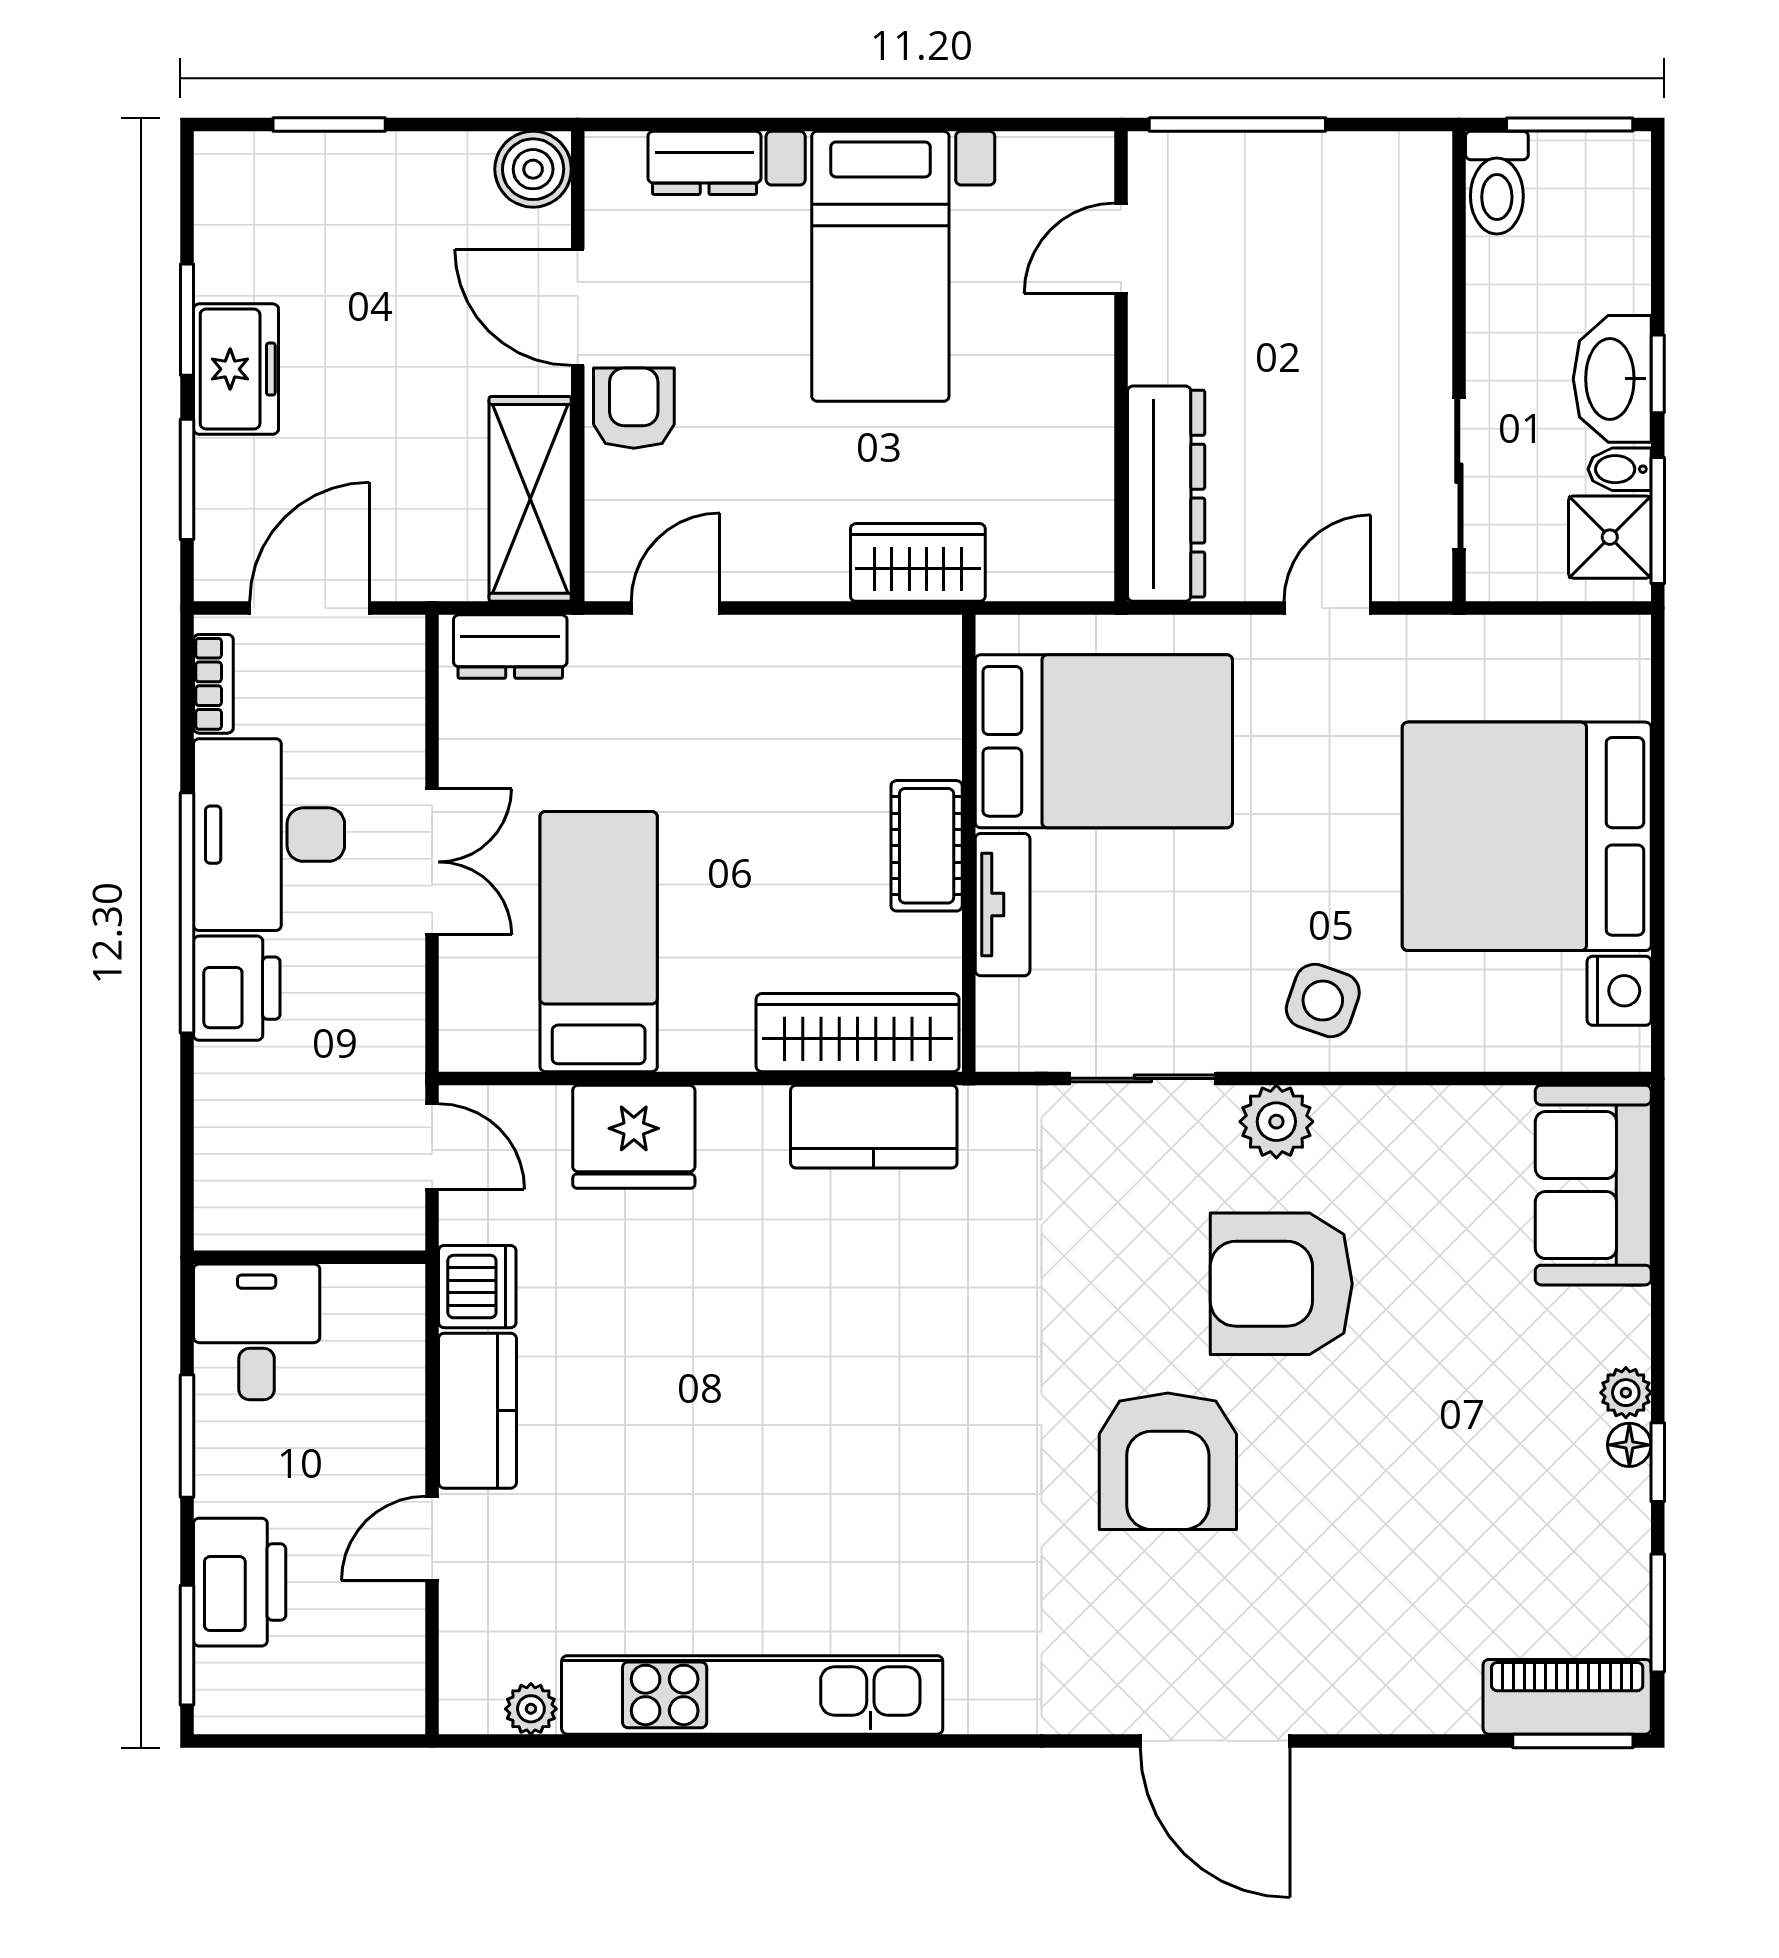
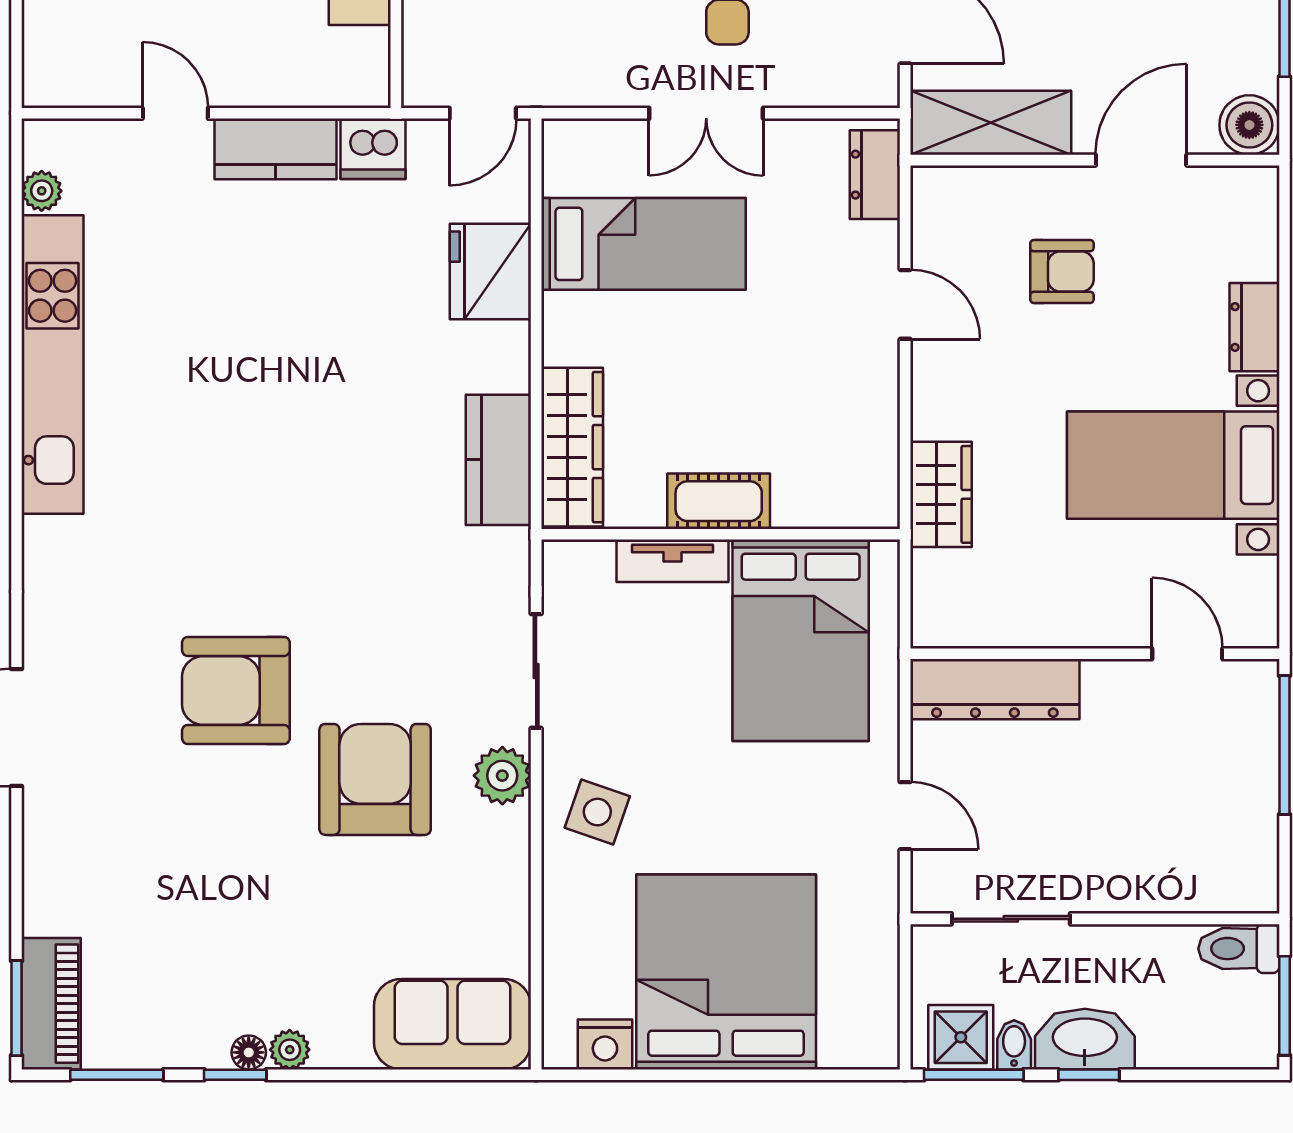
boiler: (533, 169) -> (1249, 125), moved
door: (578, 307) -> (1141, 160), moved
wall: (578, 366) -> (1095, 160), moved
shelving: (530, 499) -> (991, 123), moved

